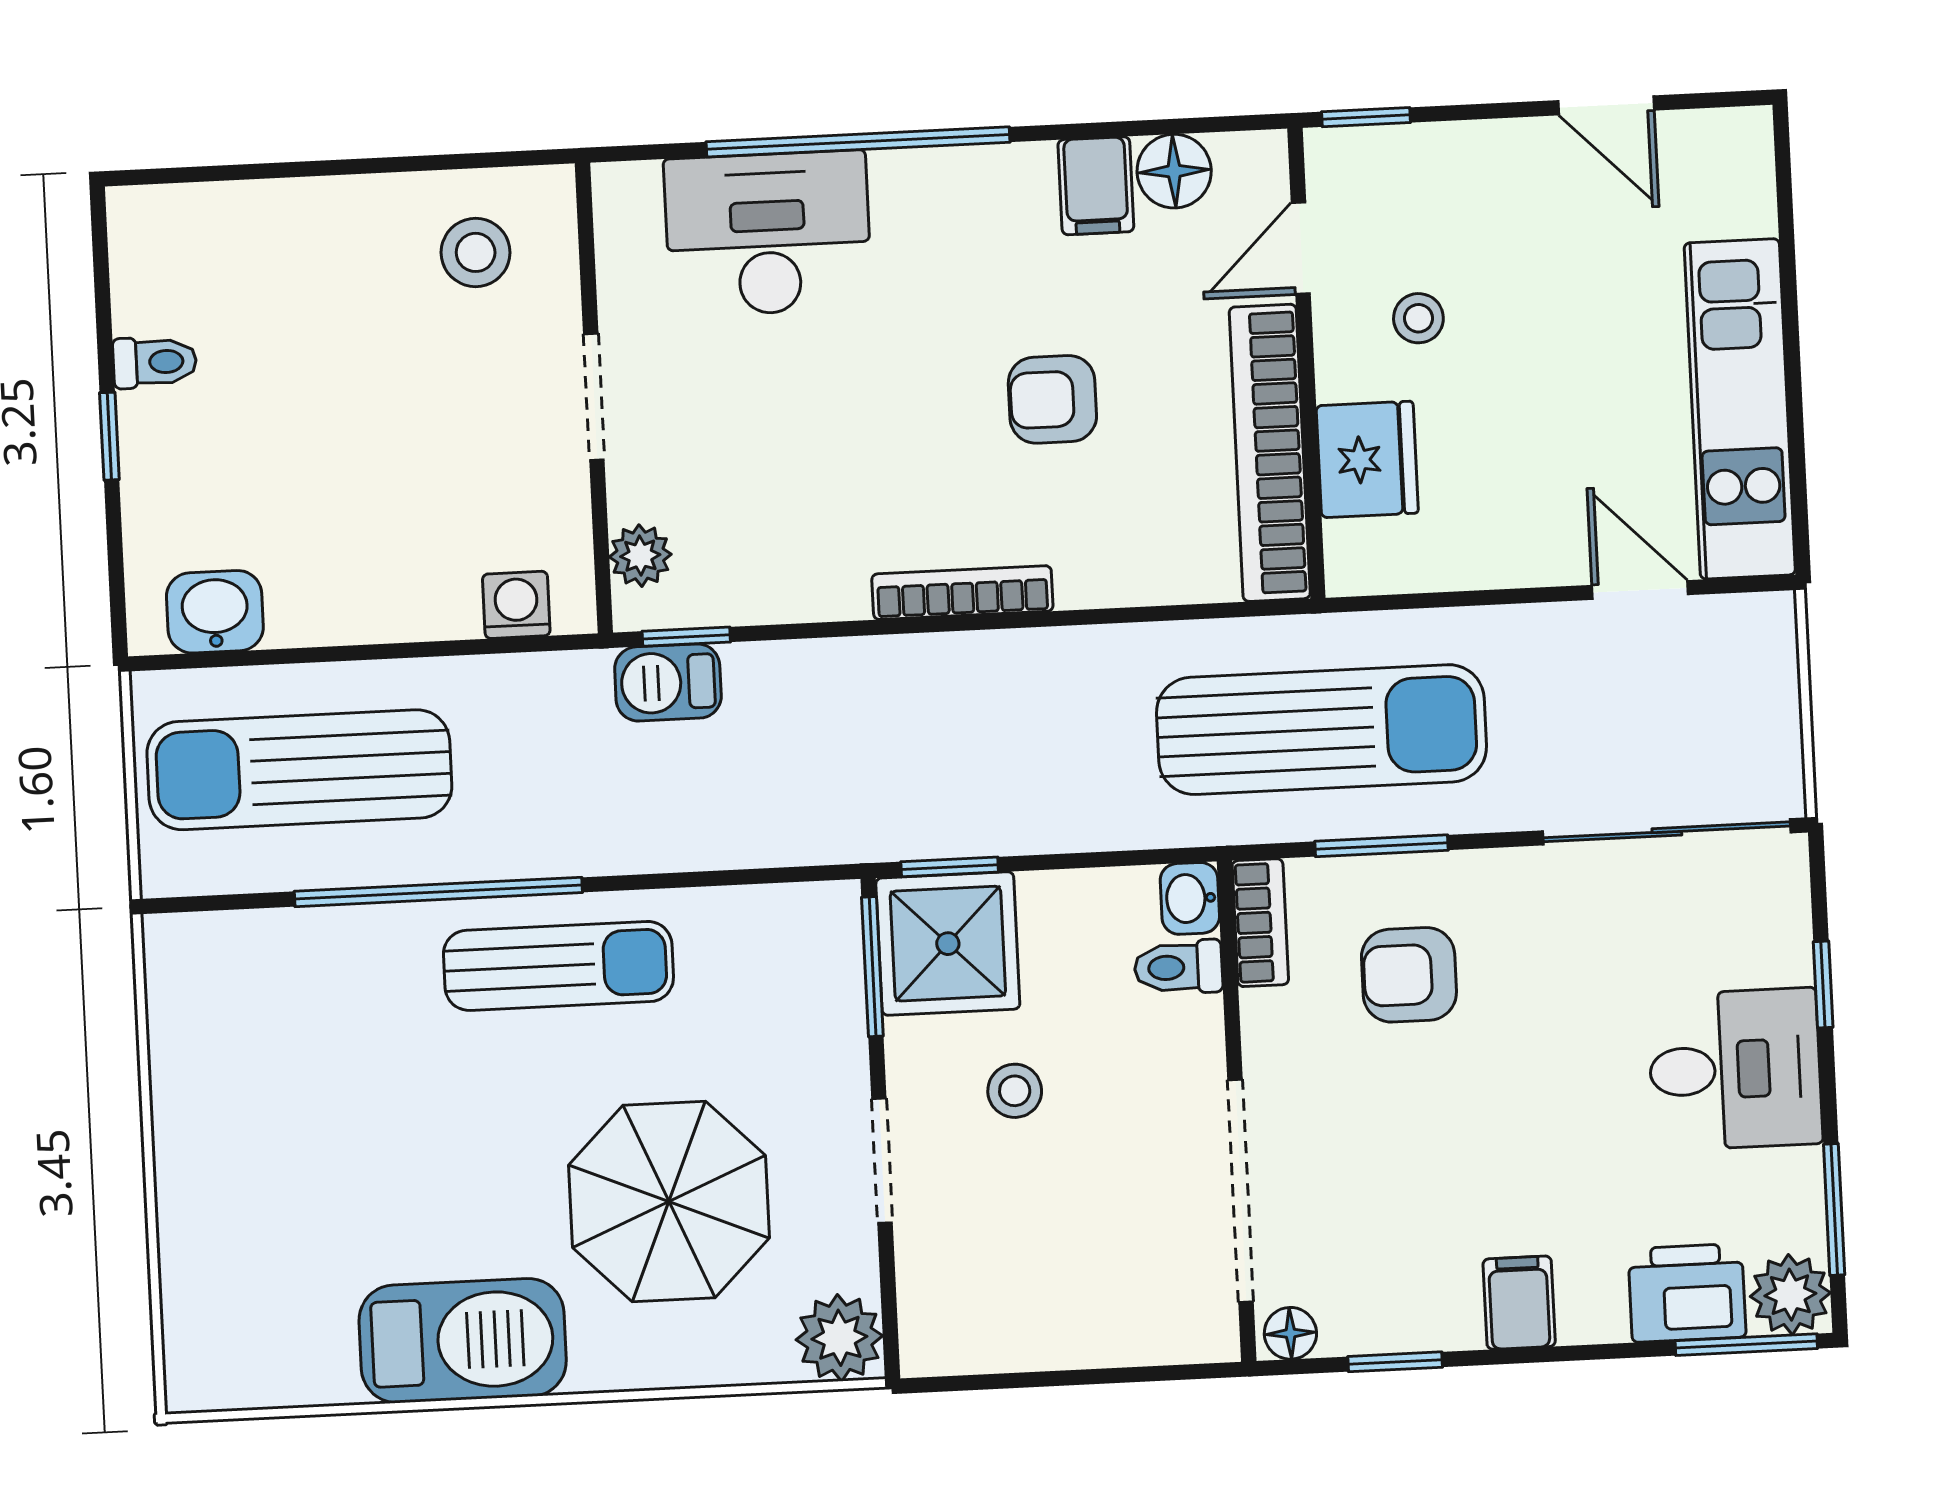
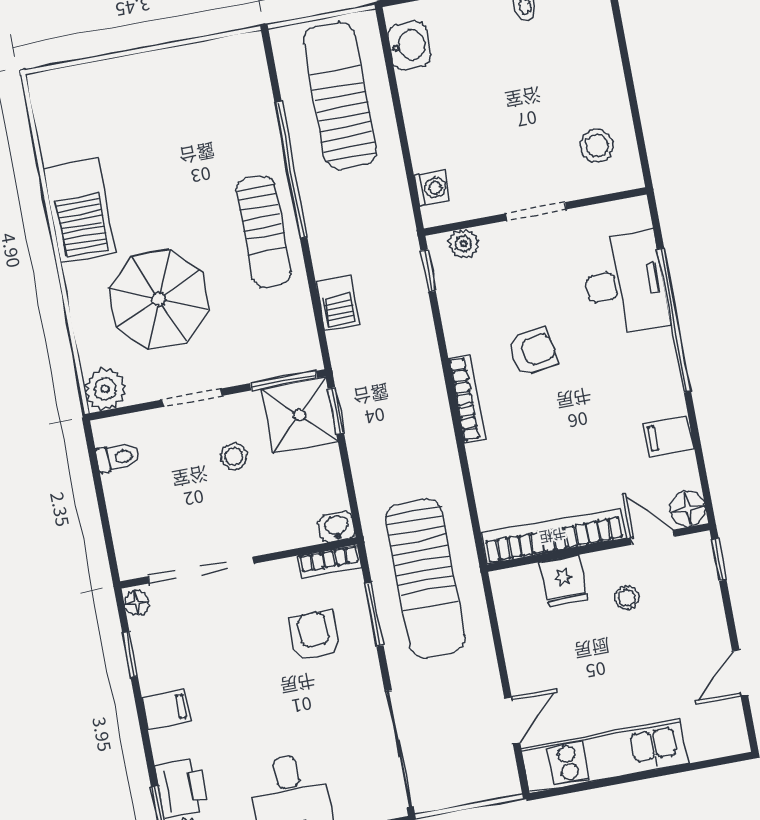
floor lamp: (1174, 171) -> (688, 509), moved
armchair: (1052, 399) -> (533, 351), moved, turned 82
fridge: (1367, 459) -> (564, 581), width x0.72
barbecue: (668, 682) -> (338, 303), moved, turned 180
toilet: (1178, 967) -> (118, 458), moved, turned 90

